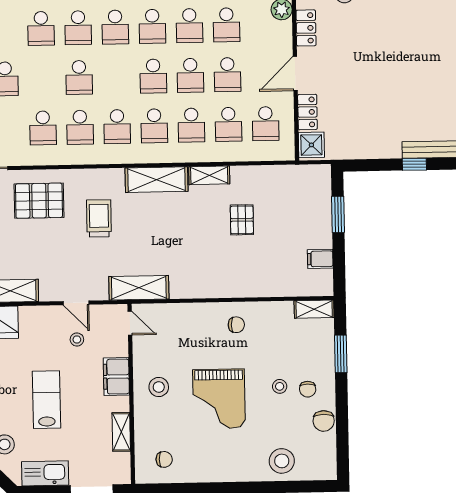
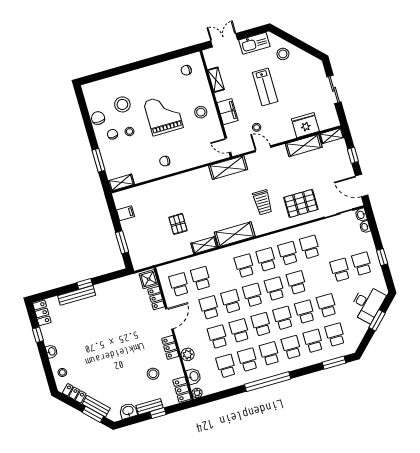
school desk: (191, 125) -> (275, 289), moved
stool: (282, 461) -> (122, 104), moved

